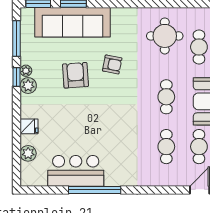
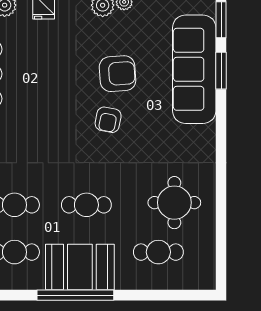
armchair: (112, 64) -> (108, 120), moved

